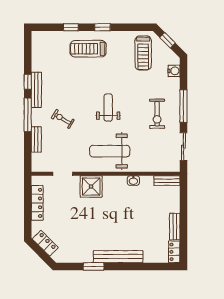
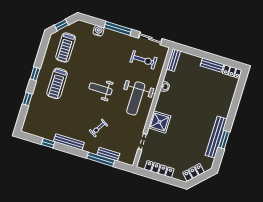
treadmill: (88, 49) -> (57, 83), moved
treadmill: (143, 53) -> (66, 48), turned 90
water cooler: (174, 71) -> (98, 31), moved
window: (28, 82) -> (48, 143), moved
exercise bike: (157, 114) -> (143, 60), moved
window: (28, 115) -> (101, 159), moved
bench: (118, 257) -> (216, 137), moved

